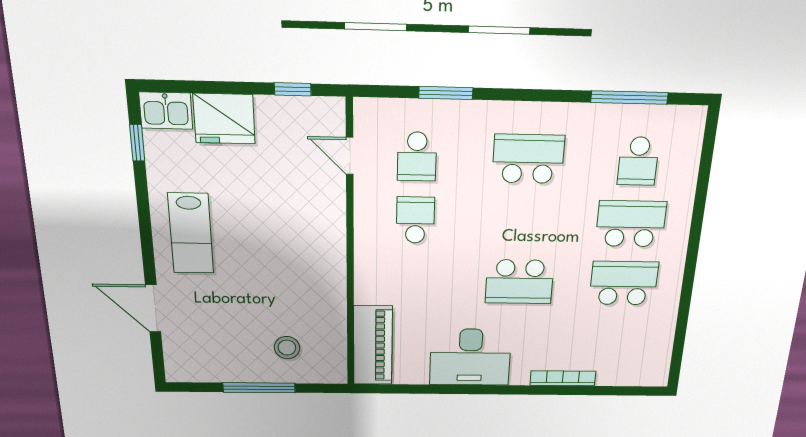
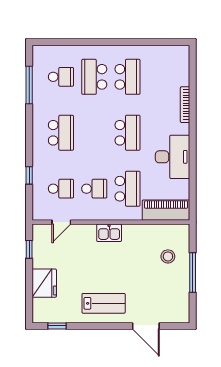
window: (446, 93) -> (29, 175), width x0.67
kitchen sink: (166, 111) -> (109, 233), moved, turned 90
school desk: (528, 159) -> (61, 133), turned 180
school desk: (415, 220) -> (94, 189), turned 180
school desk: (414, 280) -> (128, 189), added
school desk: (624, 283) -> (128, 77), turned 180
door: (153, 309) -> (146, 326), hinge flipped

